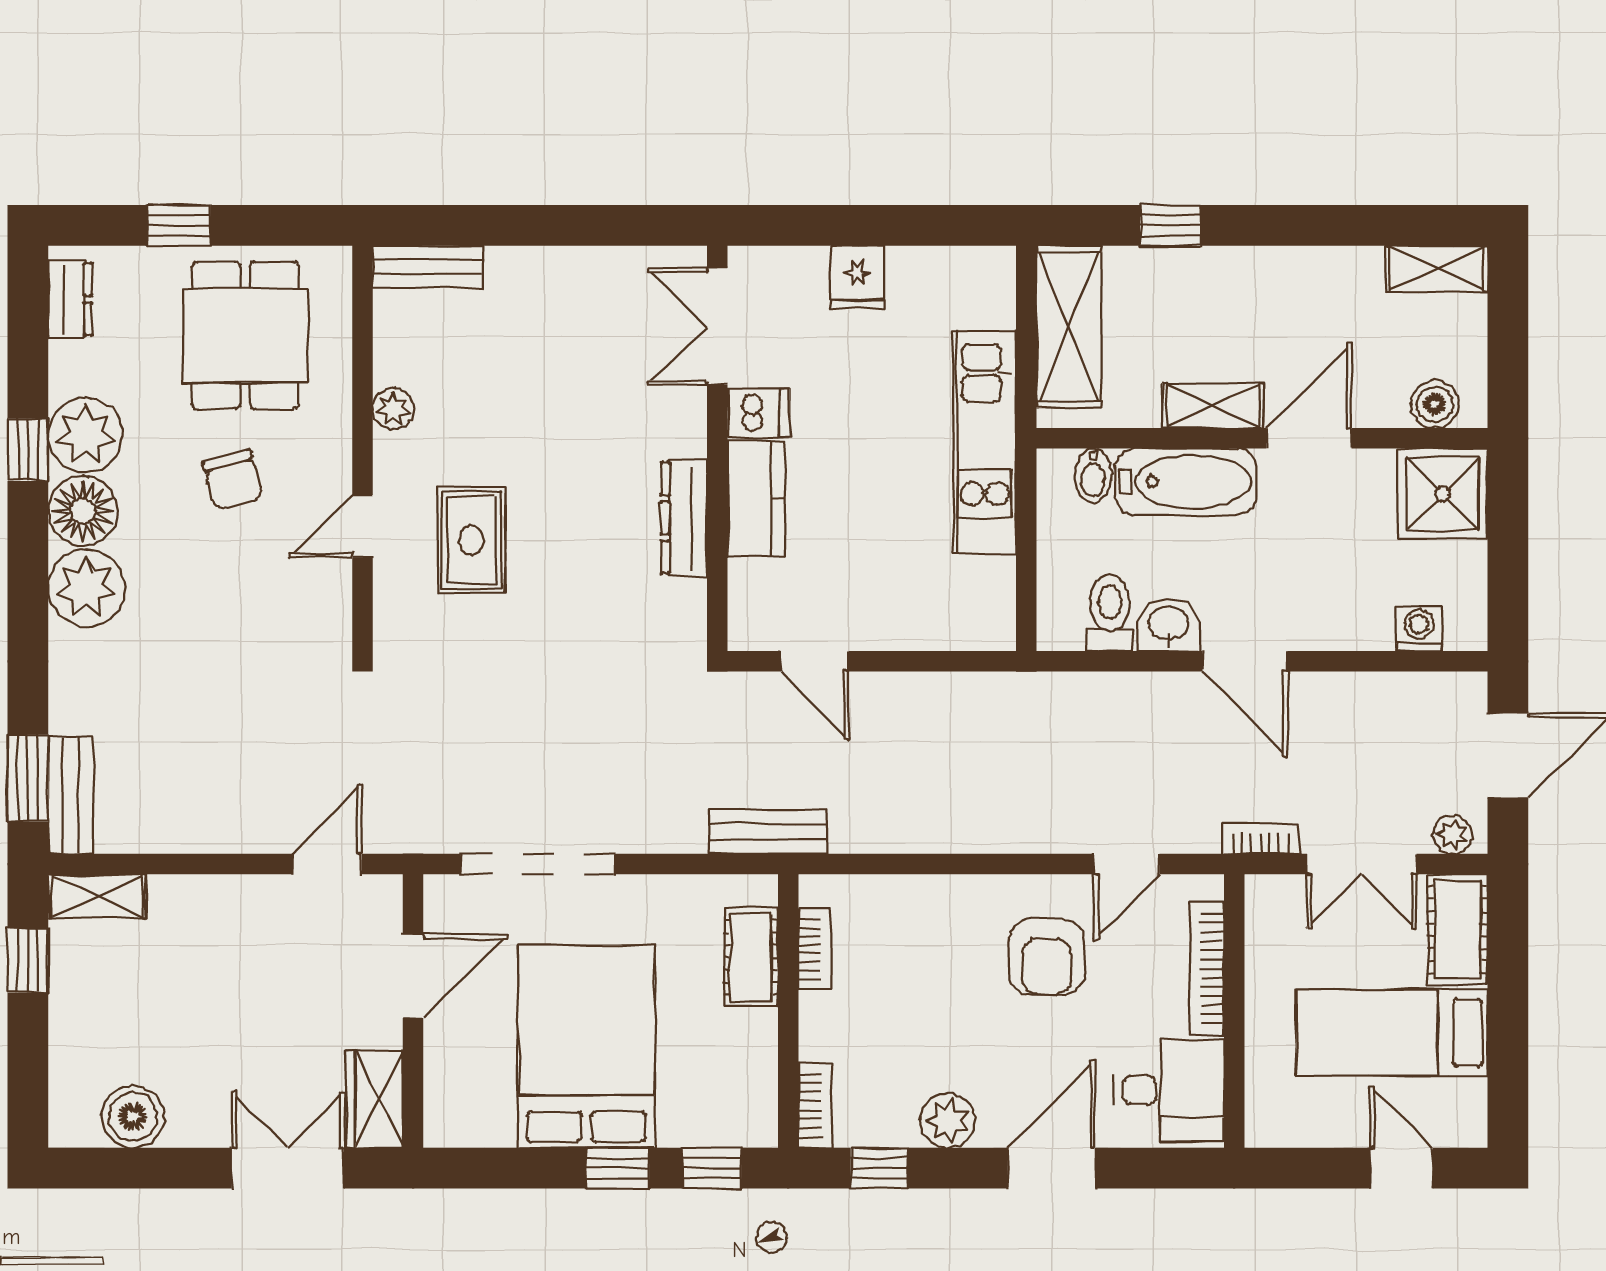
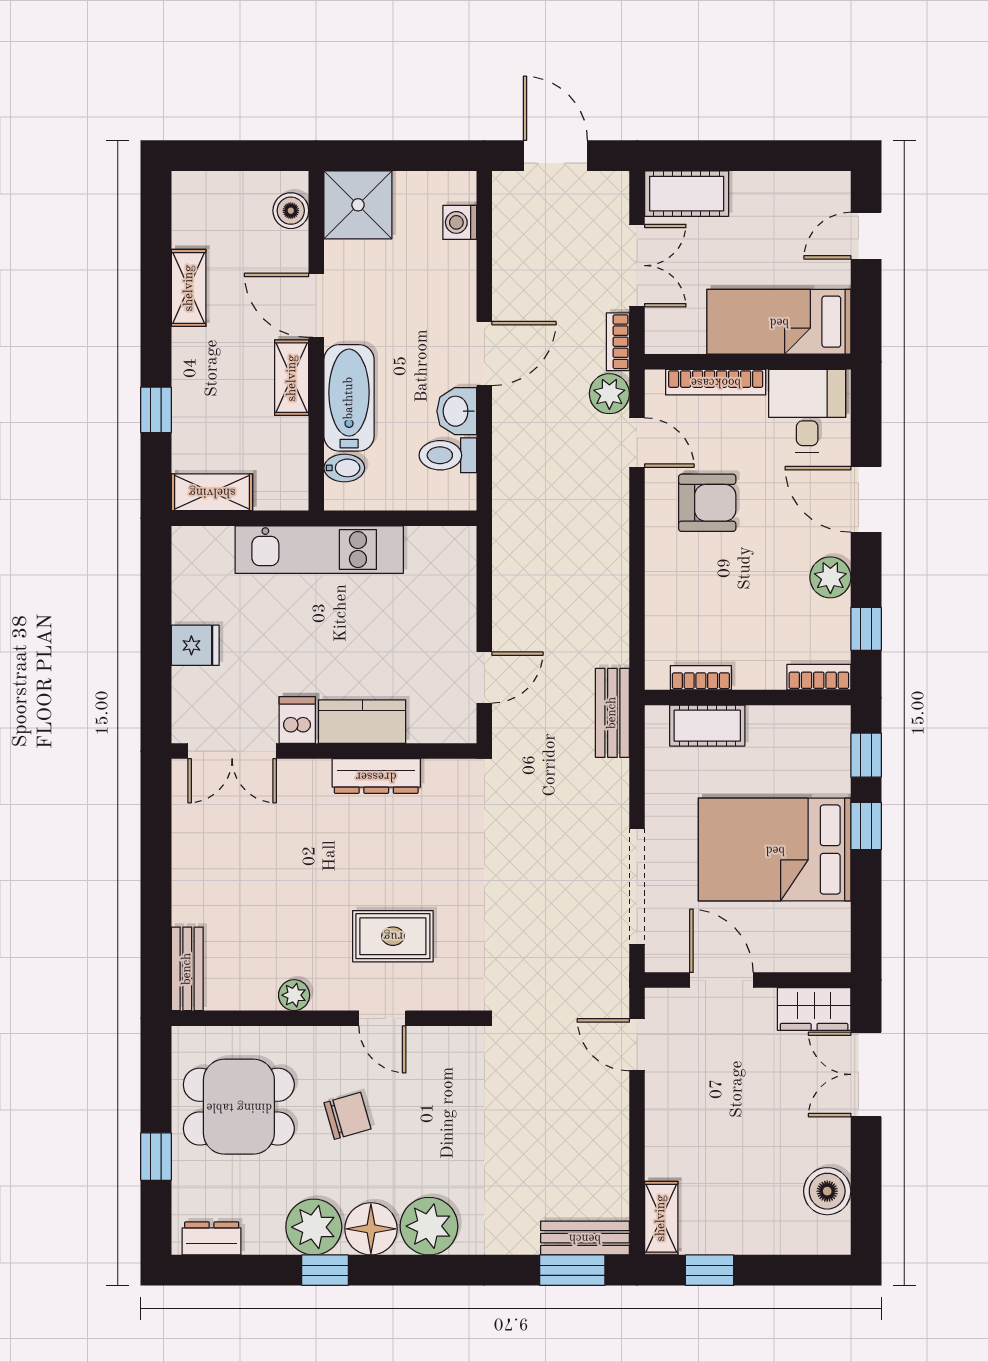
shelving: (1436, 269) -> (189, 288), moved
shelving: (1069, 327) -> (212, 492), width x0.67, depth x0.75
plant: (1452, 835) -> (609, 394), moved, width x1.38, depth x1.38
bed: (1392, 1033) -> (779, 322), moved, turned 90

